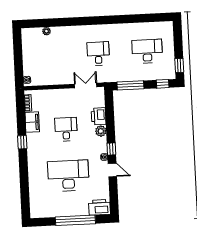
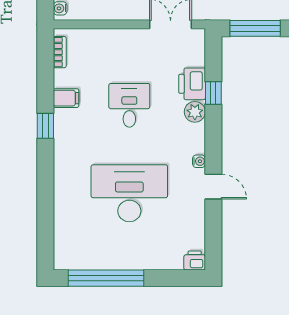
filing cabinet: (32, 122) -> (66, 98), width x0.50
window: (111, 149) -> (213, 93), moved
printer: (99, 207) -> (195, 261), width x0.53, depth x0.68
window: (75, 220) -> (106, 278), moved

